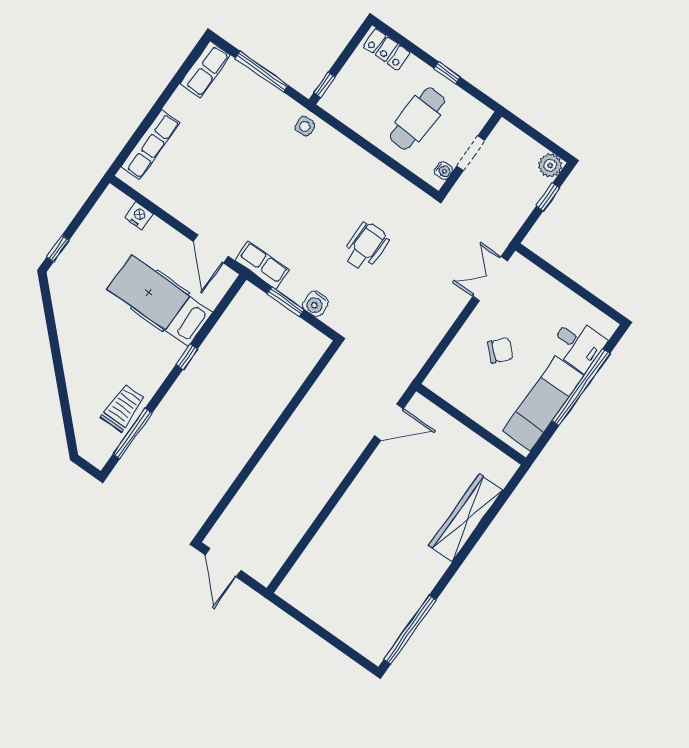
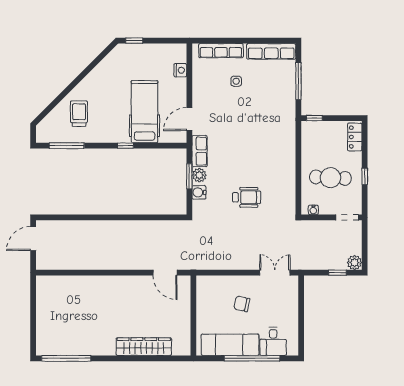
row of seats: (205, 69) -> (271, 51), width x1.48
side table: (305, 126) -> (236, 81), moved
doorway: (471, 153) -> (347, 217), moved
plant: (293, 287) -> (199, 175), added
chair: (500, 350) -> (242, 304), turned 150
trolley: (123, 408) -> (79, 114), moved, turned -90

